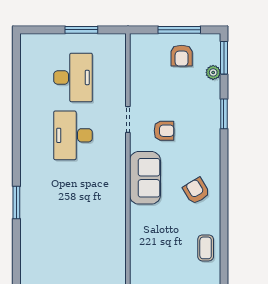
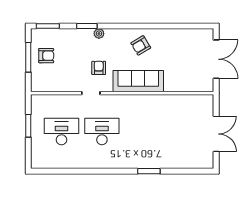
plant: (213, 72) -> (99, 34), moved
desk: (73, 135) -> (102, 131), turned 180
sofa: (145, 178) -> (138, 81), width x1.36
coffee table: (206, 248) -> (181, 39), removed

